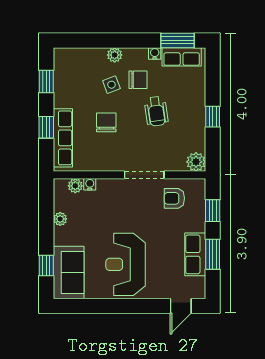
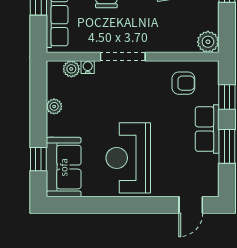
doorway: (144, 175) -> (123, 57), moved
armchair: (174, 198) -> (183, 83), turned 180
row of seats: (195, 254) -> (207, 129), moved

